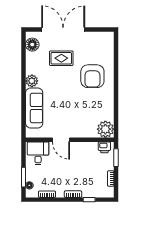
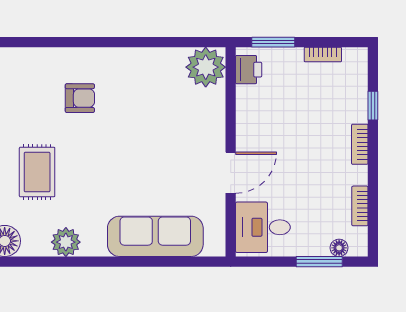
armchair: (92, 76) -> (80, 98), width x0.53, depth x0.53
plant: (32, 81) -> (66, 242), moved

